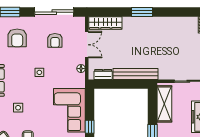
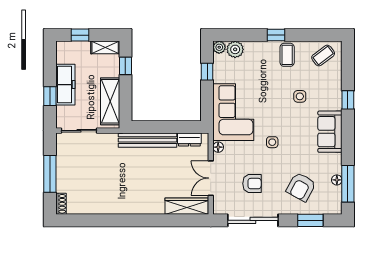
window: (142, 12) -> (139, 220), removed
armchair: (17, 38) -> (301, 187), turned -151
armchair: (55, 40) -> (252, 184), turned 90
corner sofa: (69, 110) -> (233, 112), moved

